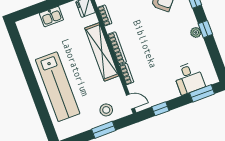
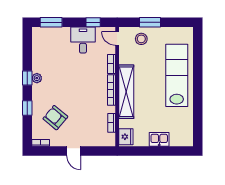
desk: (189, 78) -> (83, 40), moved

